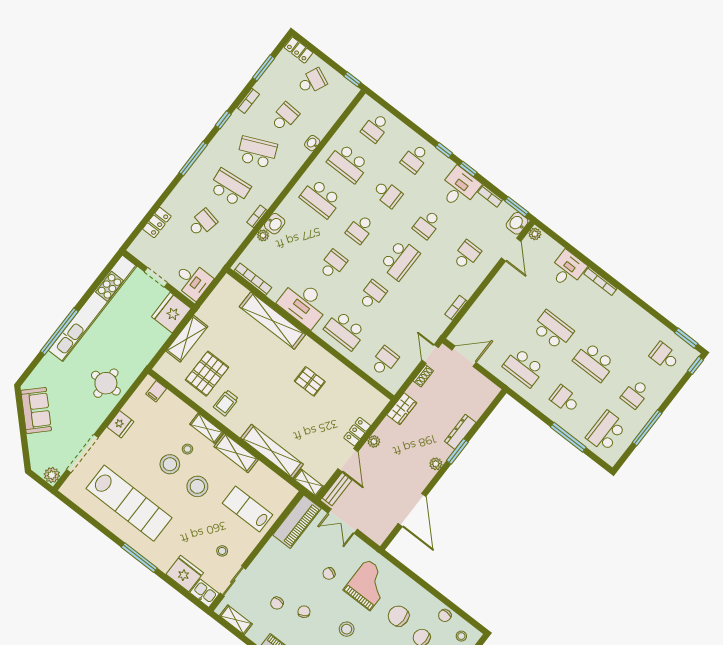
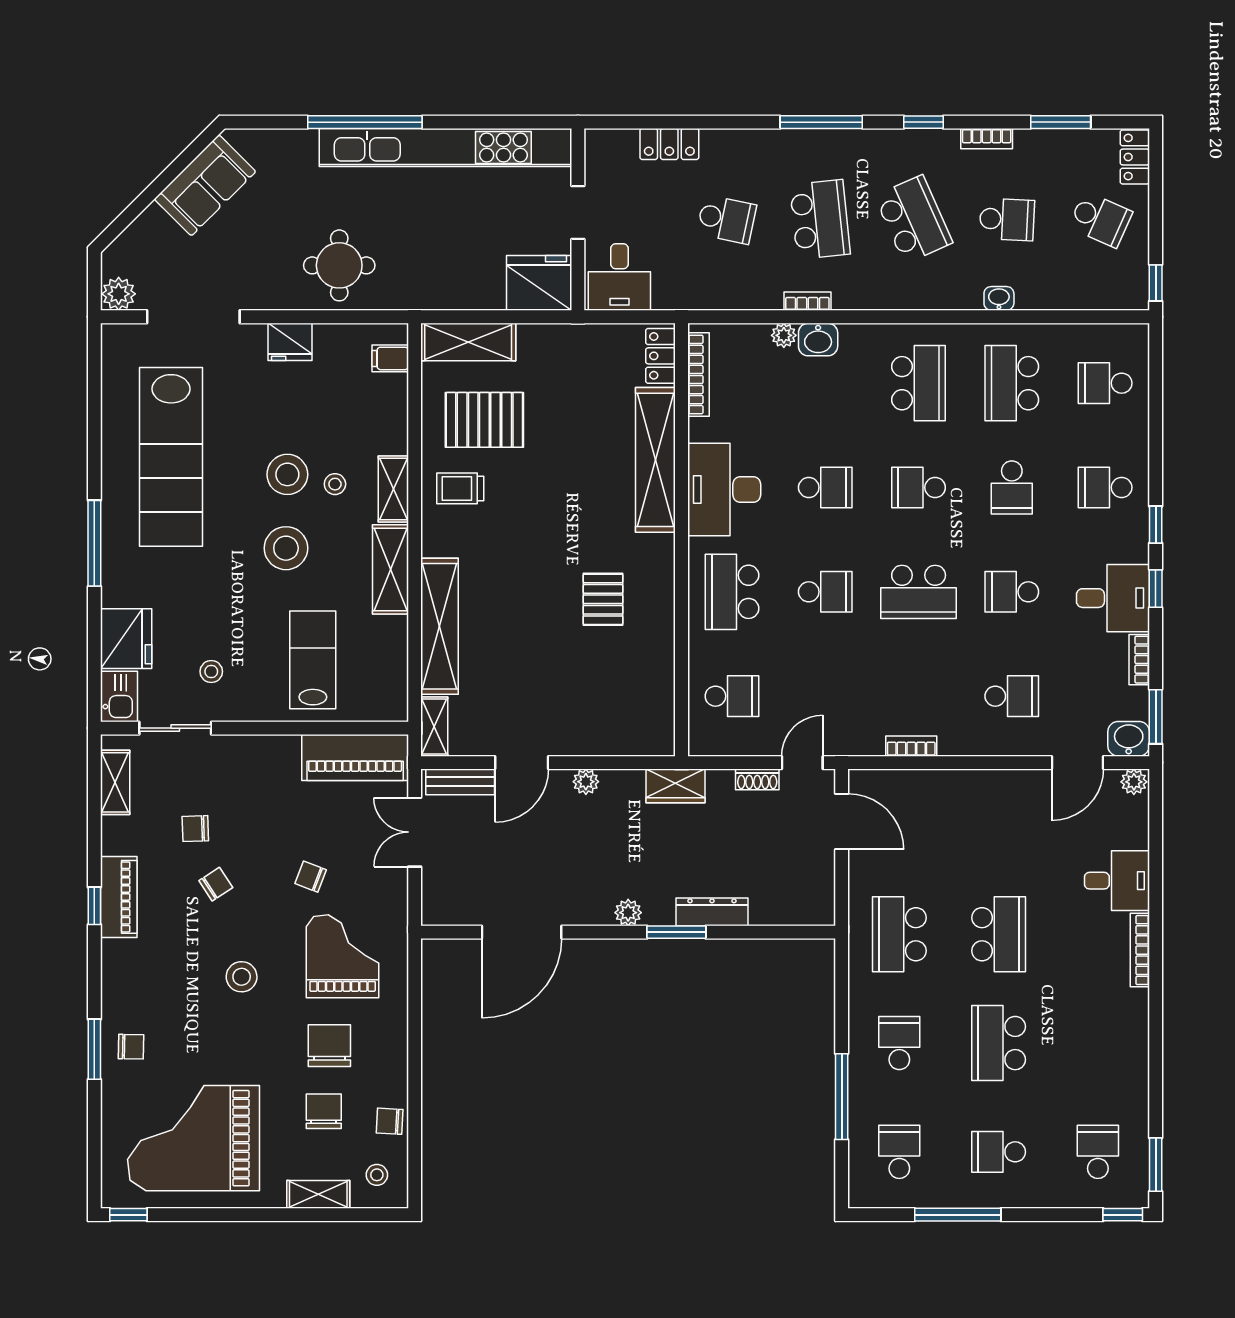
school desk: (321, 198) -> (919, 383), turned 180
shelving: (187, 339) -> (468, 342), moved
school desk: (606, 431) -> (899, 1152), width x0.54
locker: (357, 432) -> (661, 356), moved, turned -90
grand piano: (369, 585) -> (343, 956), turned -90

